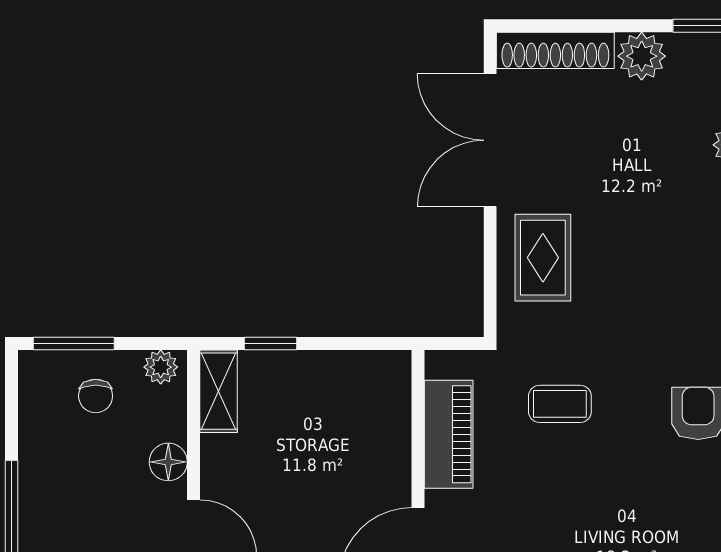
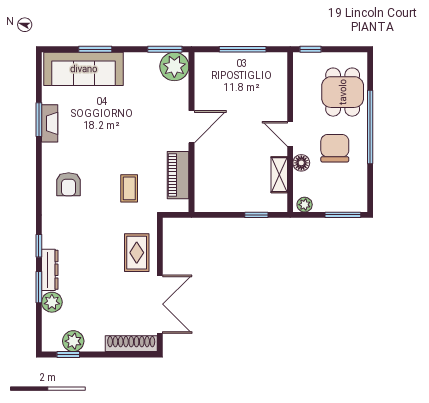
plant: (642, 56) -> (73, 341), moved
shelving: (219, 391) -> (279, 175), moved
chair: (96, 396) -> (335, 148), moved, width x1.87, depth x1.87
coffee table: (560, 404) -> (129, 188), turned 90

